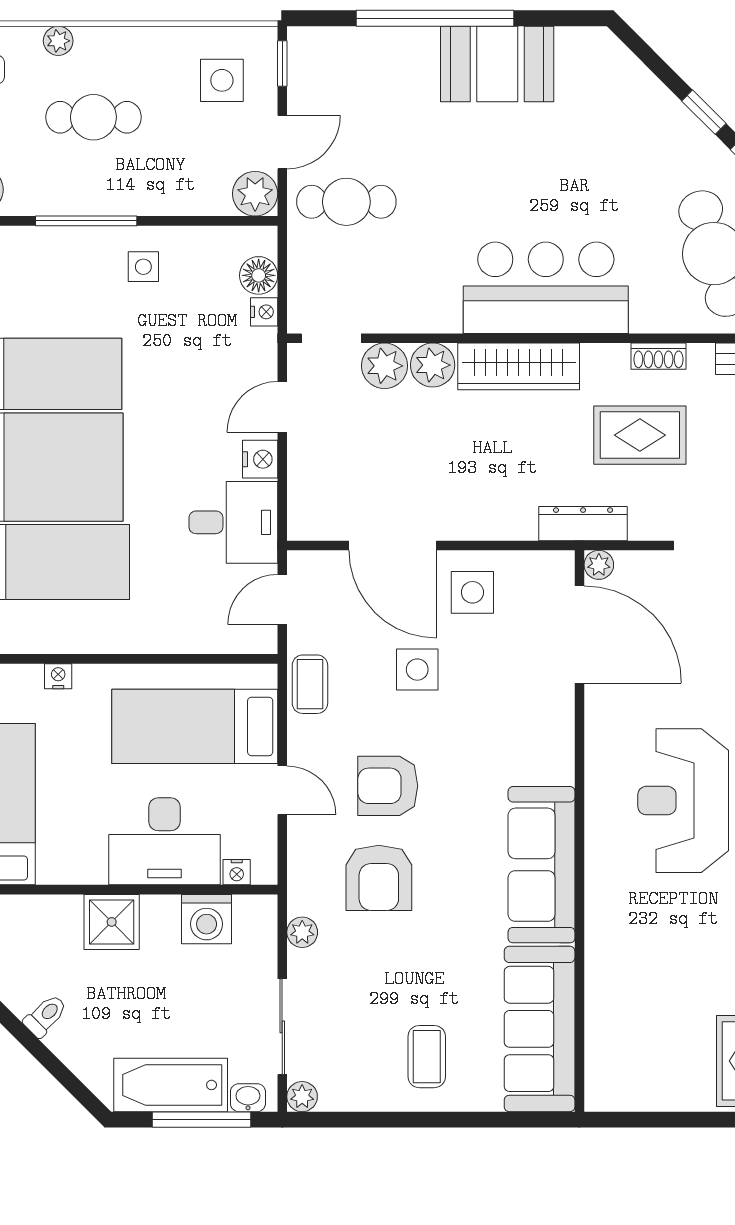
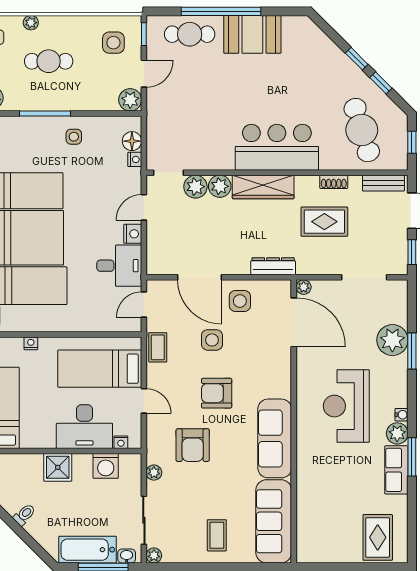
cafe table: (346, 202) -> (190, 34), moved
dresser: (583, 524) -> (273, 266), moved
armchair: (388, 786) -> (217, 393), moved

